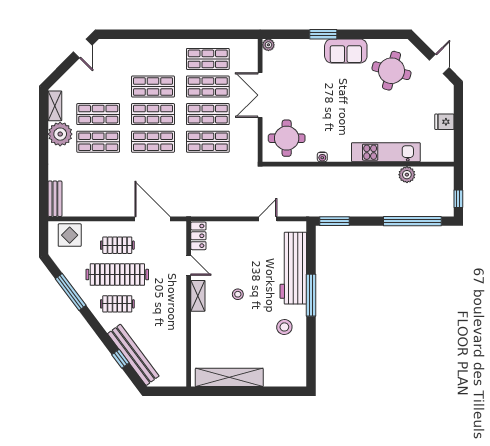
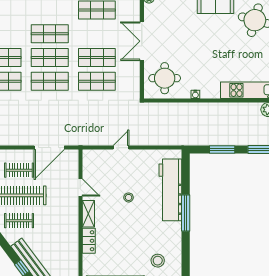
shop shelf: (208, 87) -> (97, 34), removed
door: (152, 219) -> (49, 148), swing flipped
door: (268, 219) -> (121, 148), moved
window: (334, 221) -> (222, 149), moved
locker: (198, 236) -> (89, 241), moved
stool: (238, 294) -> (129, 197), moved
stool: (284, 327) -> (158, 261), moved

